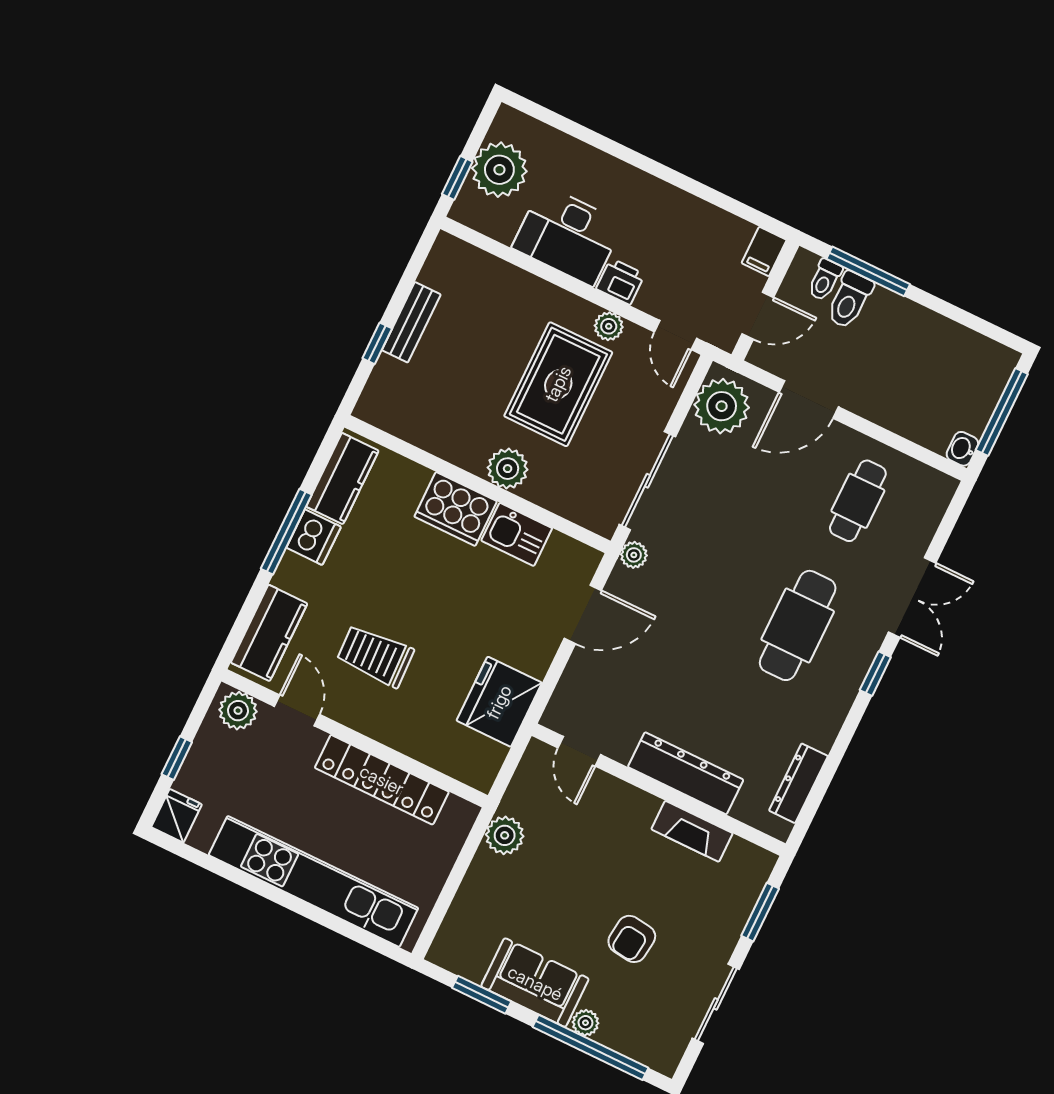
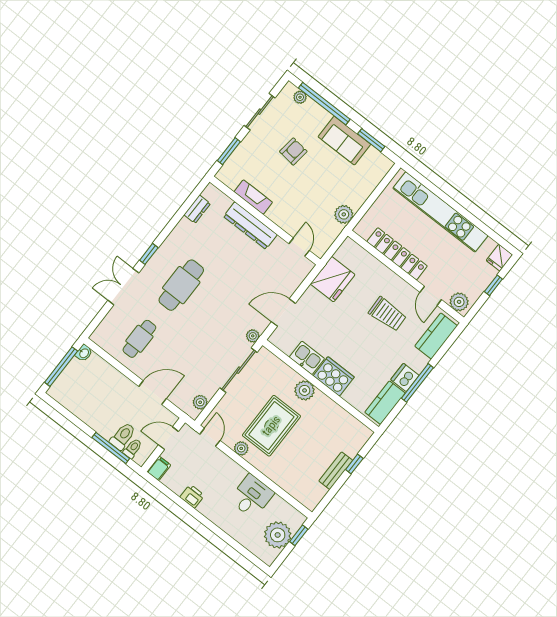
desk: (568, 235) -> (252, 496), width x0.73
printer: (620, 282) -> (192, 496), moved, turned 180
plant: (722, 406) -> (200, 402), width x0.53, depth x0.53
dresser: (798, 783) -> (197, 209), width x0.70
plant: (585, 1023) -> (300, 97), moved

